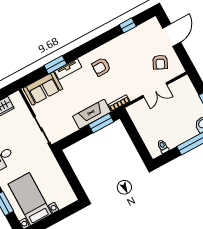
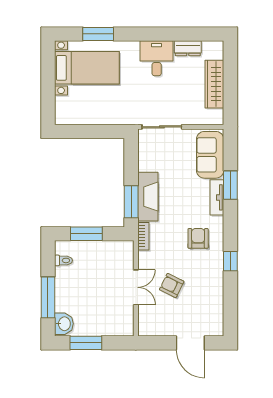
window: (128, 25) -> (230, 261), moved
armchair: (160, 62) -> (172, 286), moved
double door: (155, 90) -> (136, 287), swing flipped
window: (137, 141) -> (86, 234), added

